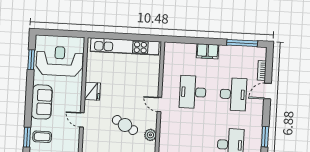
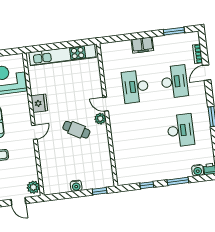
window: (242, 43) -> (174, 31), width x0.69
door: (82, 120) -> (34, 132), swing flipped
plant: (150, 135) -> (100, 119), moved

